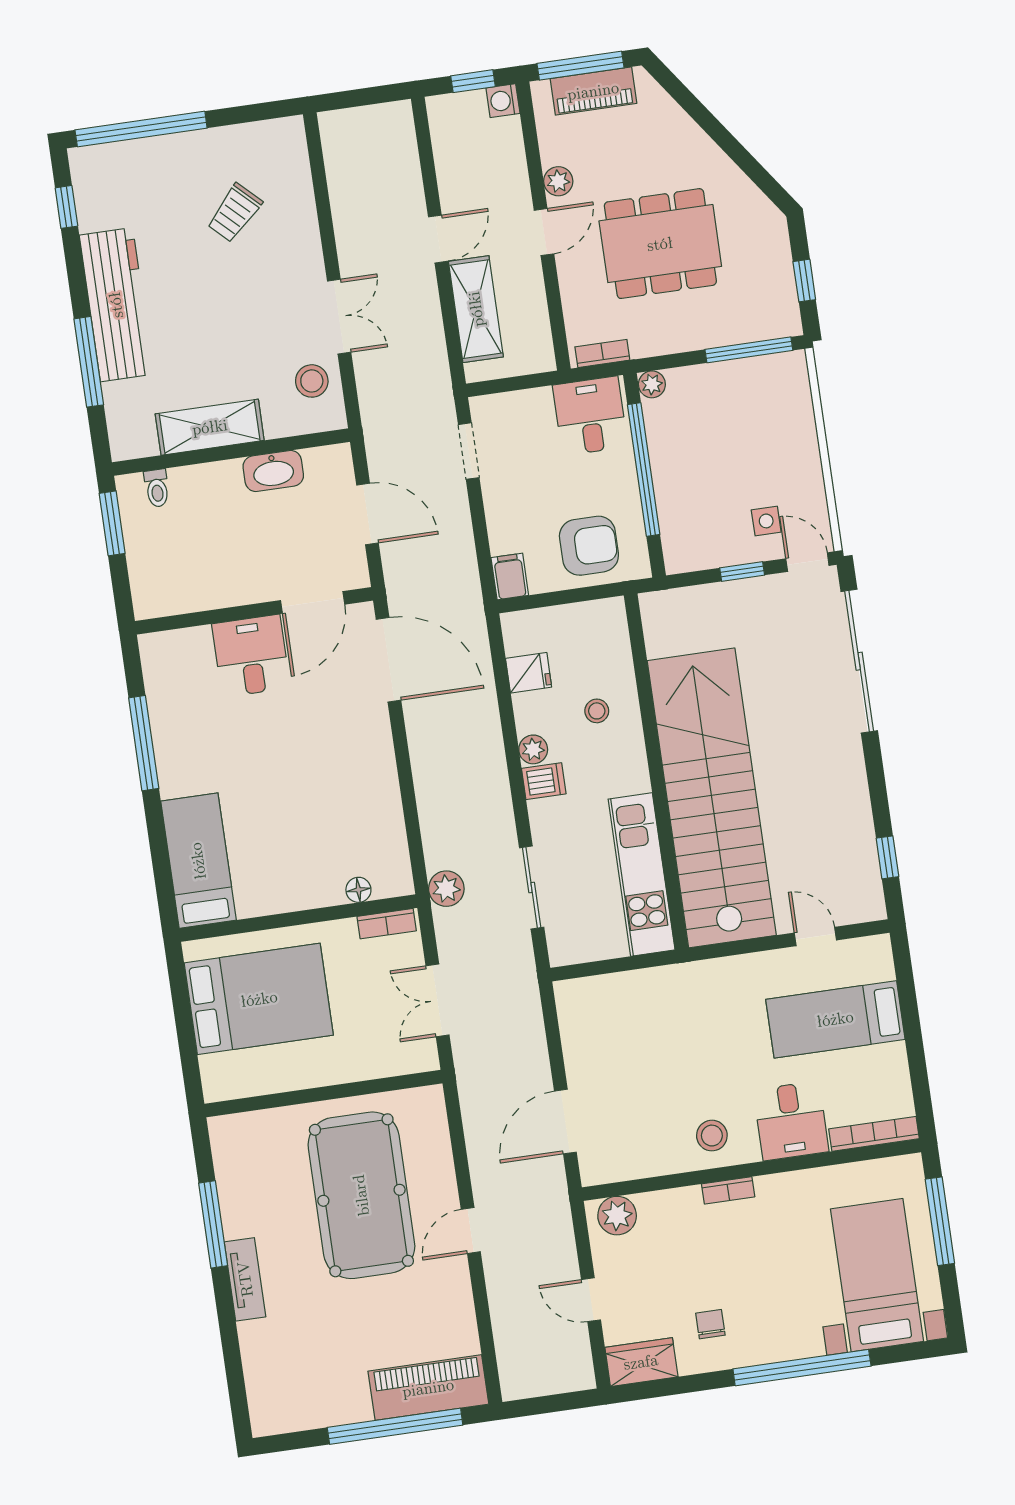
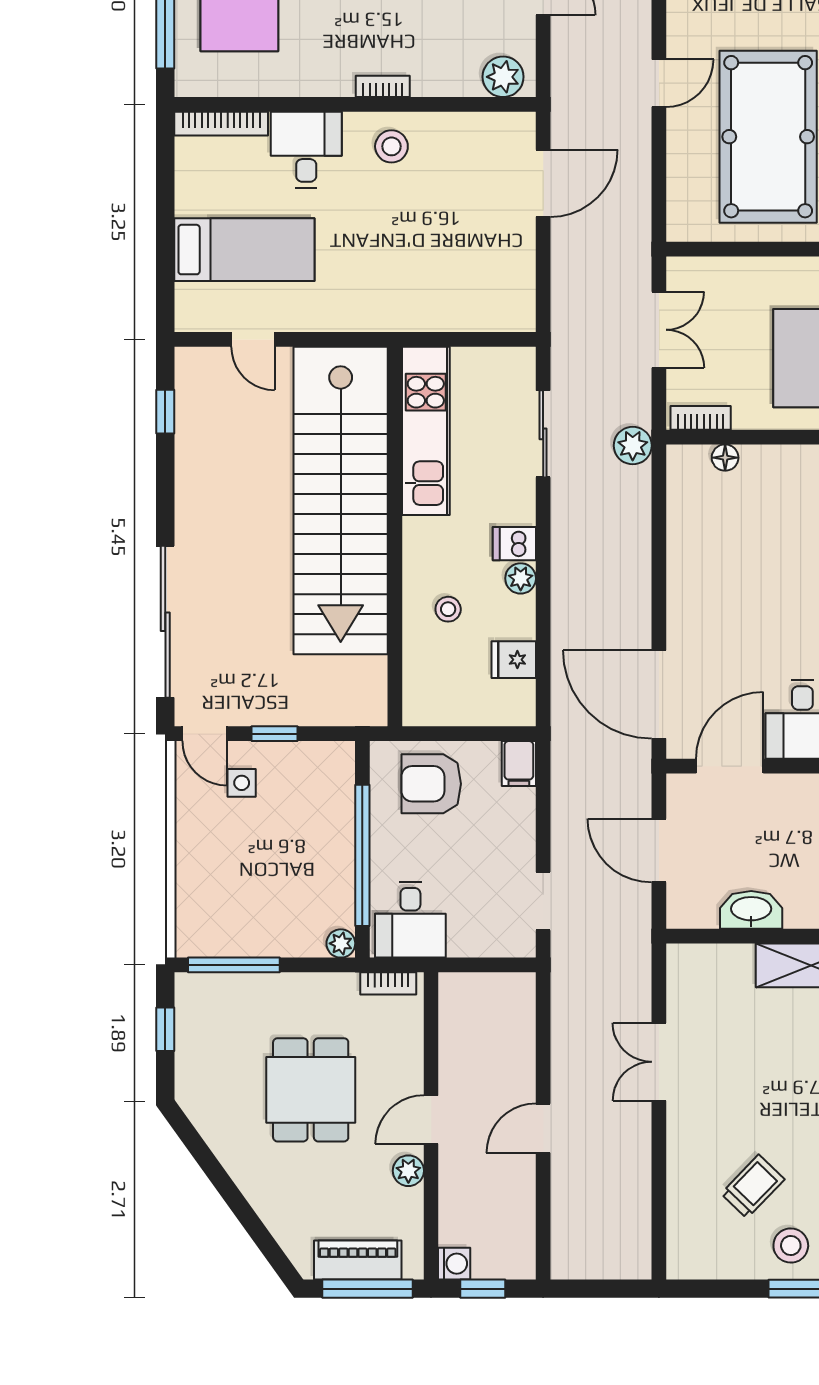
dining table: (660, 244) -> (311, 1090), width x0.73
shelving: (476, 309) -> (514, 1049), removed
stool: (312, 381) -> (791, 1246), moved

